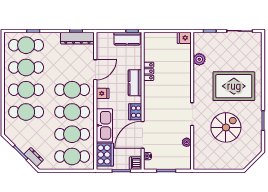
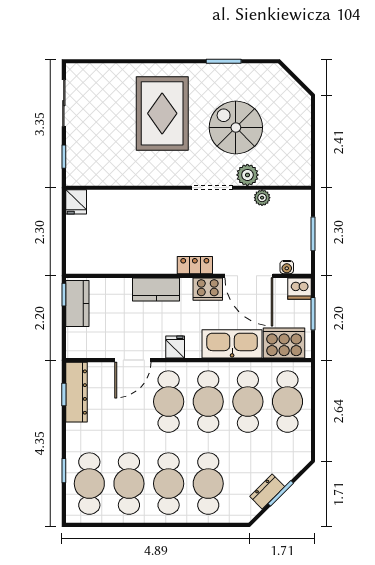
plant: (199, 59) -> (247, 175), moved
door: (95, 70) -> (133, 360), swing flipped
locker: (149, 71) -> (195, 265), moved
dresser: (34, 157) -> (267, 492), moved

